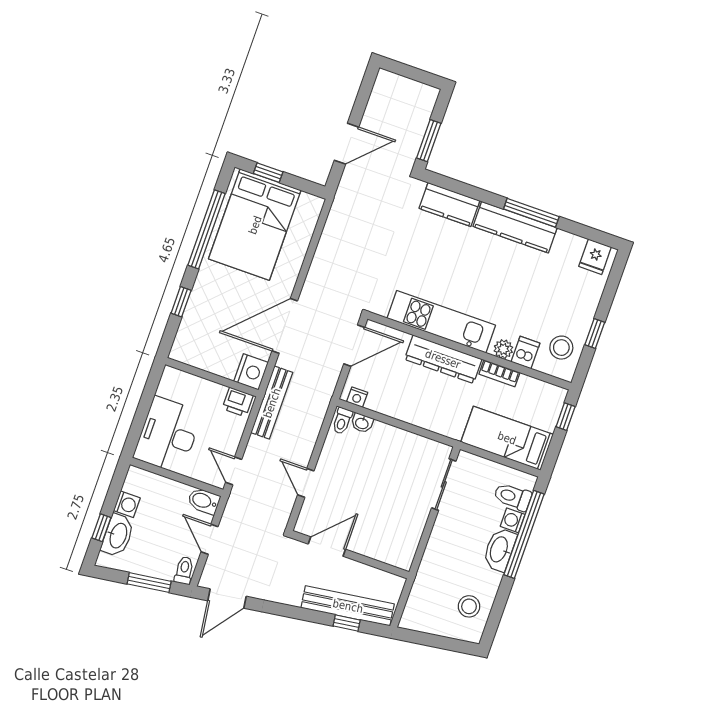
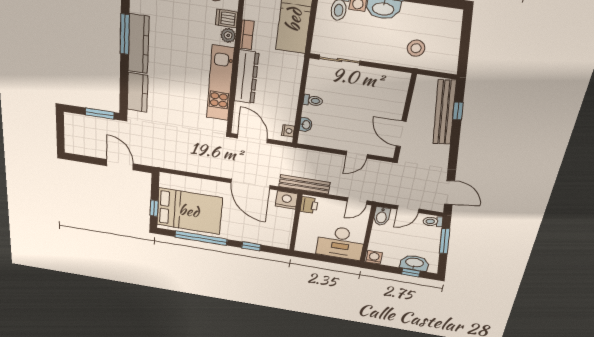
toilet: (342, 421) -> (313, 101), moved
washing machine: (127, 504) -> (374, 257), moved
stool: (469, 606) -> (416, 48), moved

